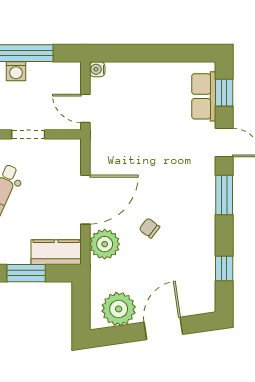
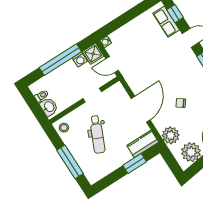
washing machine: (16, 71) -> (80, 60), moved
shower: (68, 75) -> (93, 54), added
plant: (105, 244) -> (171, 135), moved

